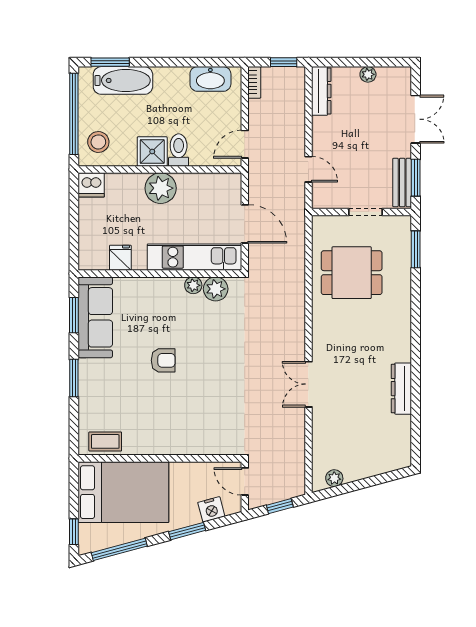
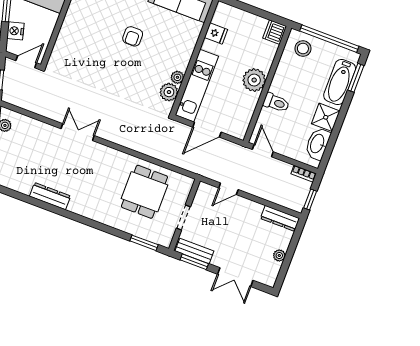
shower: (152, 152) -> (326, 117), moved

